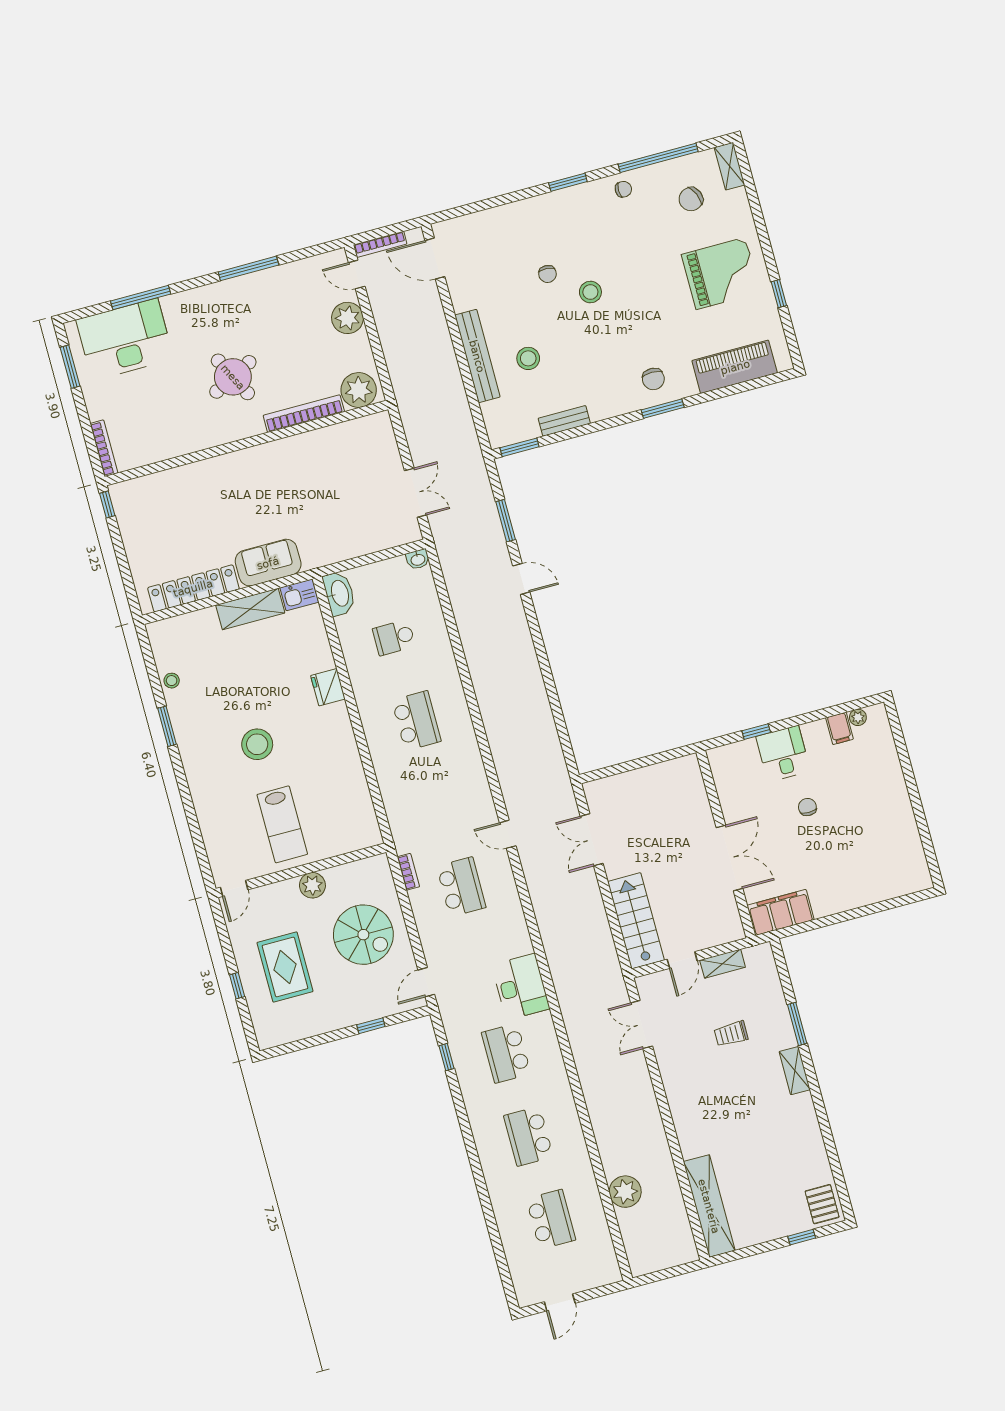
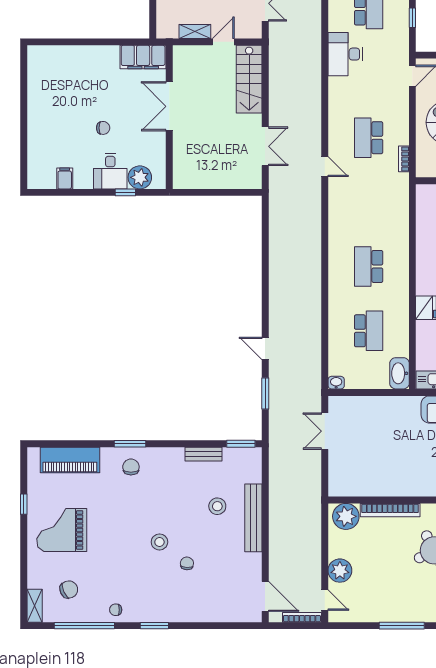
school desk: (394, 638) -> (369, 331), width x1.85
plant: (858, 717) -> (140, 177), moved, width x1.87, depth x1.87
chair: (807, 807) -> (103, 128), turned -90

